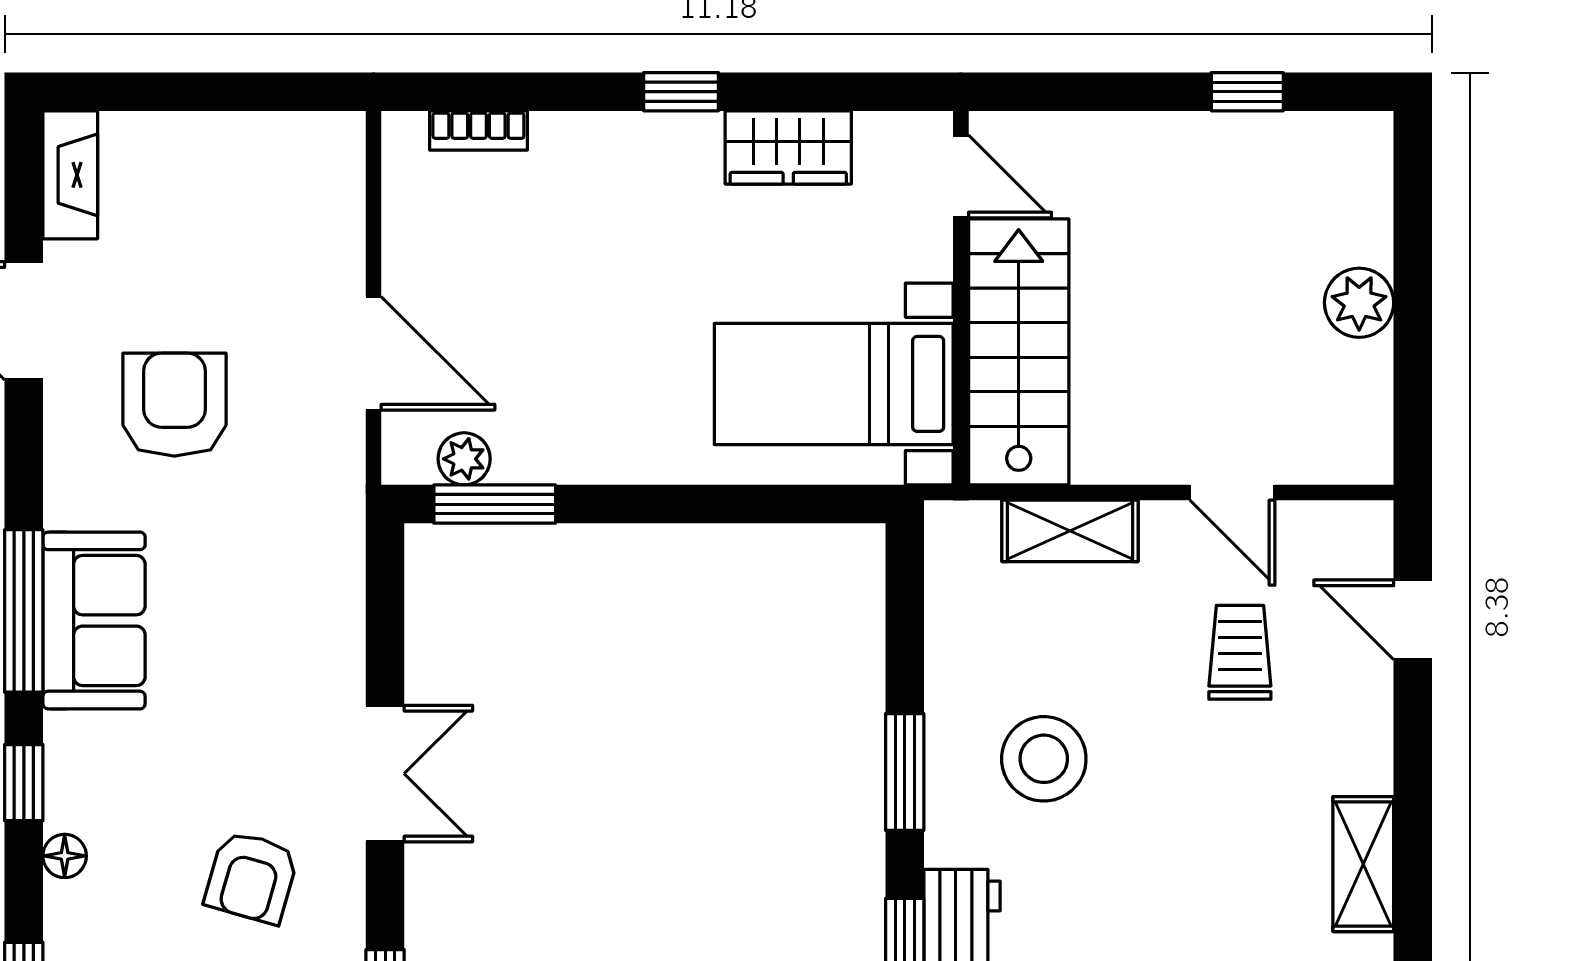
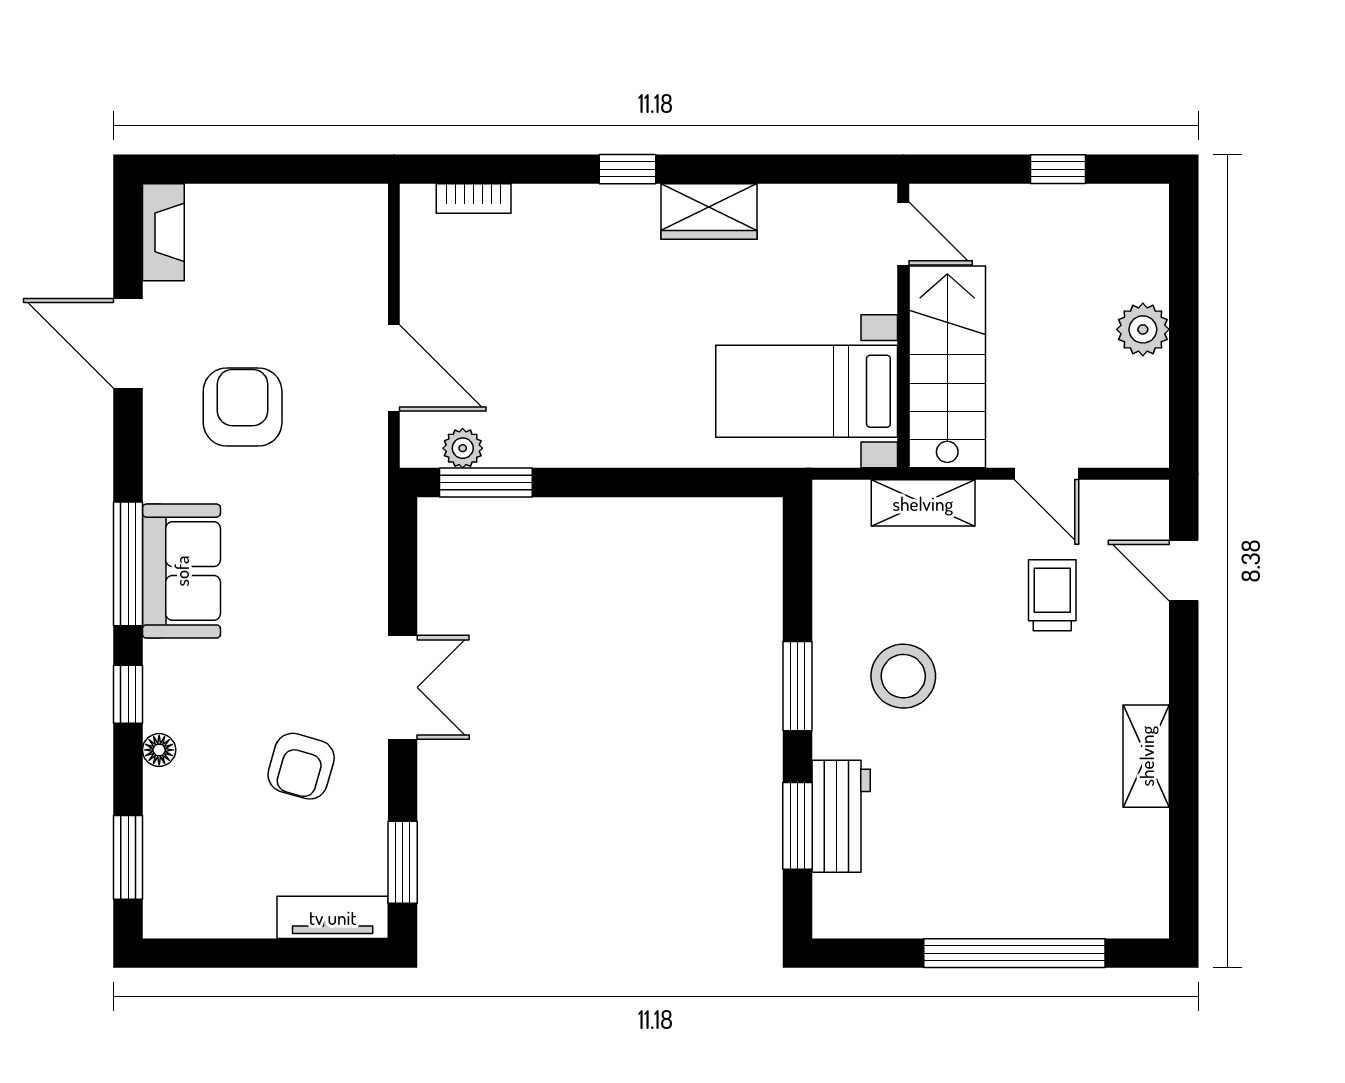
door: (961, 176) -> (903, 234), moved
wall: (961, 298) -> (903, 326), moved
stairs: (1019, 352) -> (947, 367), moved
bed with nightstands: (834, 384) -> (807, 391), moved

